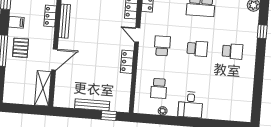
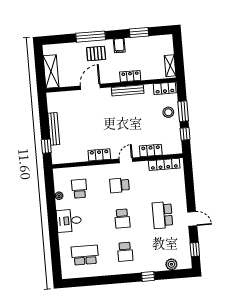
school desk: (162, 46) -> (120, 185), turned 180
door: (54, 60) -> (90, 87), swing flipped
shelving: (43, 88) -> (51, 71), moved, turned 90
school desk: (159, 88) -> (79, 189), turned 90
school desk: (229, 94) -> (85, 255), added

